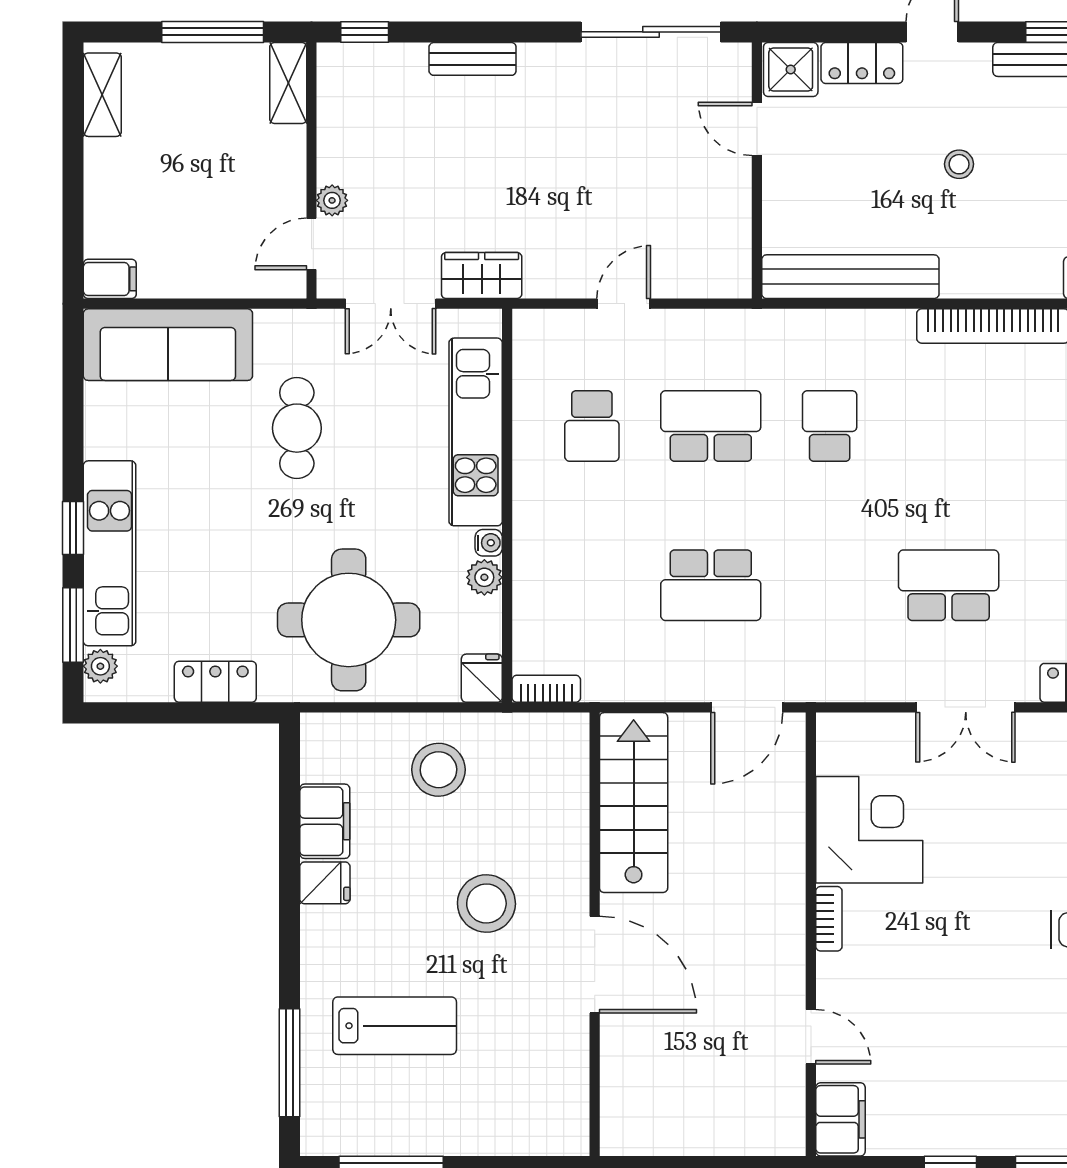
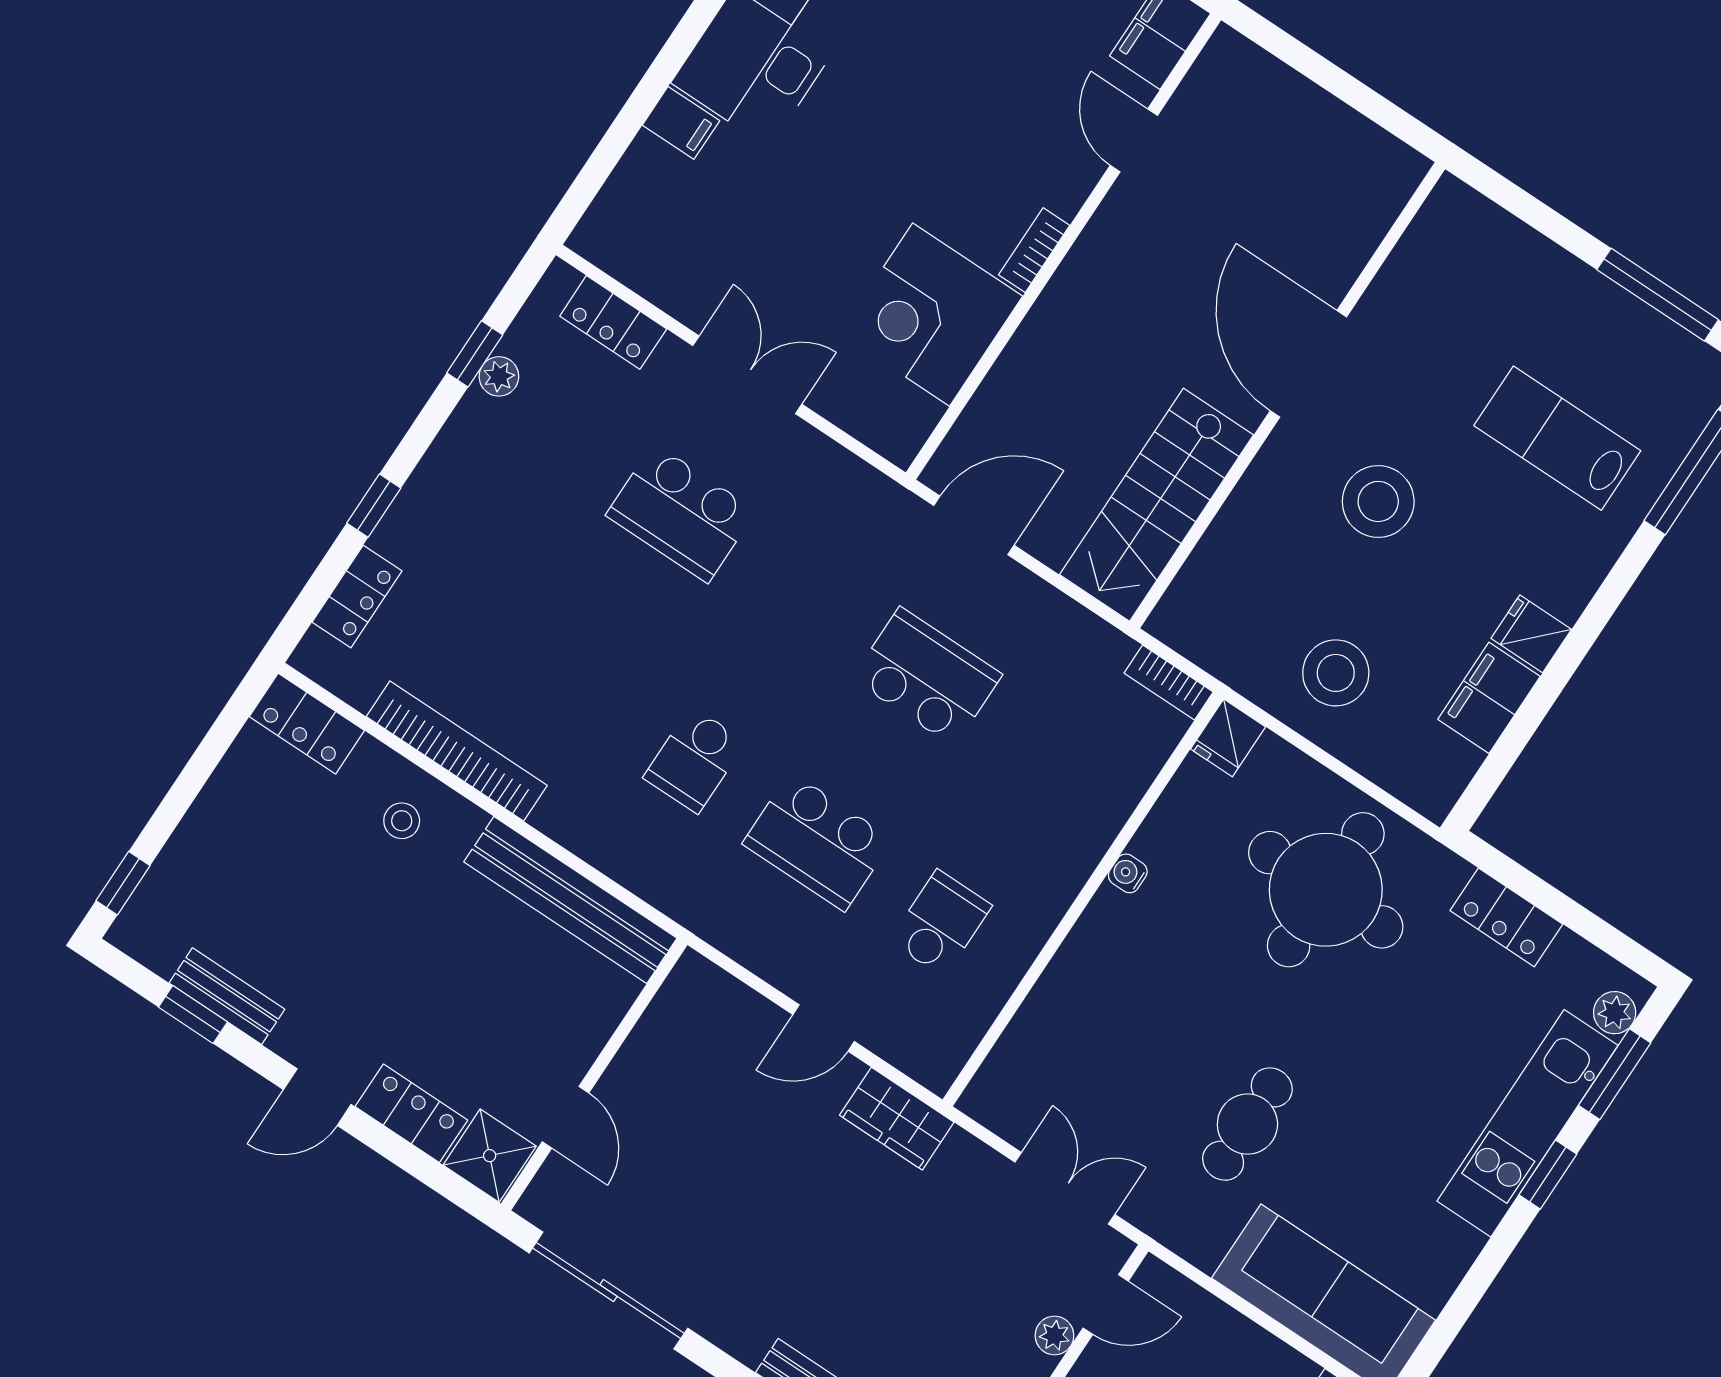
stool: (959, 164) -> (402, 821), moved
wardrobe: (482, 276) -> (897, 1119), moved
kitchen unit: (476, 432) -> (1065, 997), removed
plant: (484, 577) -> (1156, 841), removed

